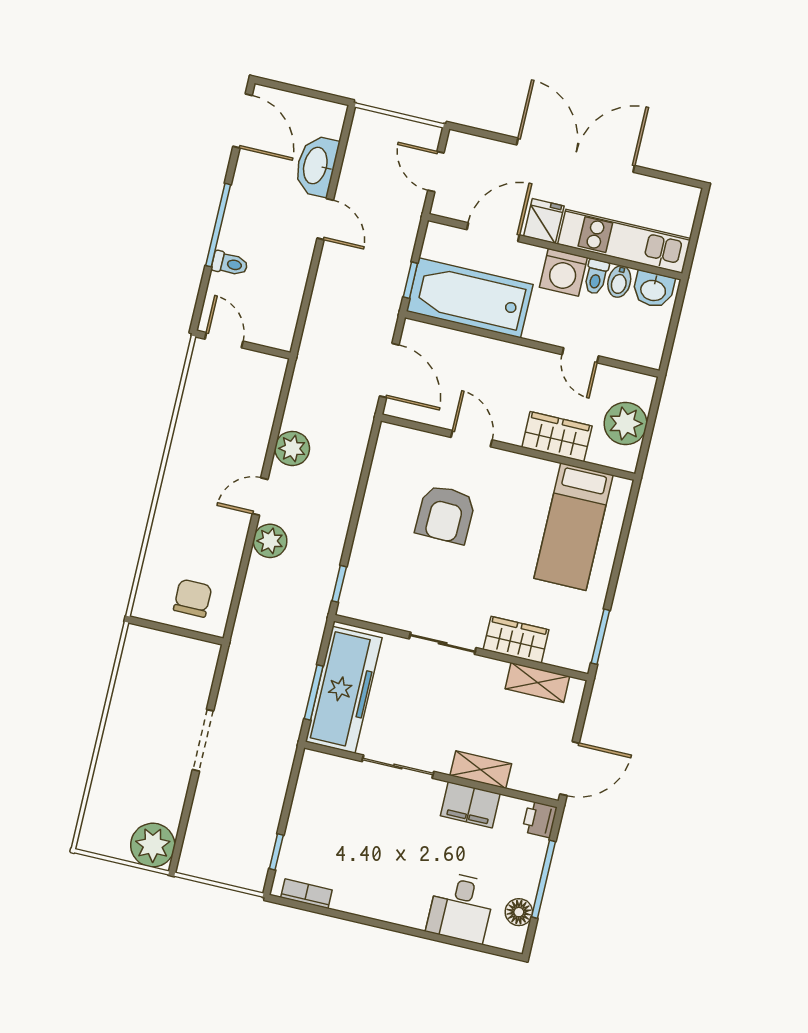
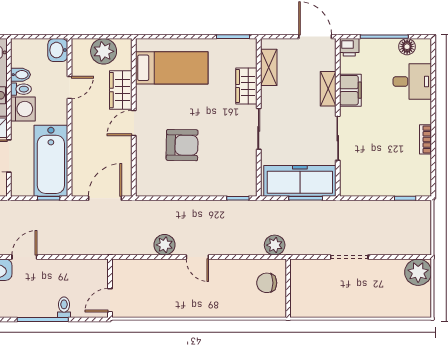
washbasin: (653, 290) -> (58, 50), moved, turned 180
door: (472, 439) -> (134, 123), moved
plant: (270, 541) -> (275, 245), moved
bookcase: (306, 894) -> (426, 139), moved

